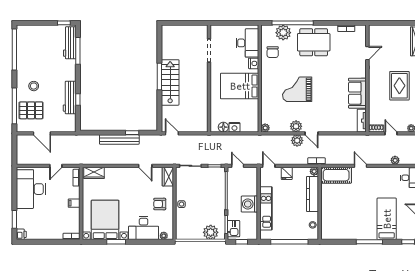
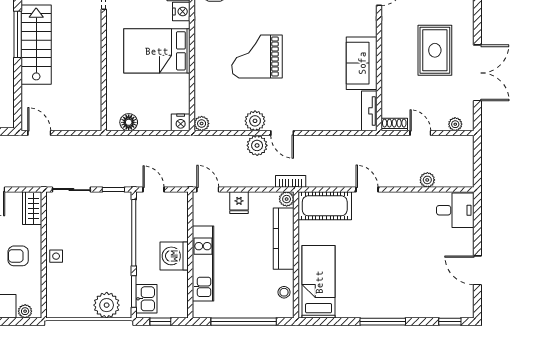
nightstand: (234, 127) -> (181, 122), moved
bed: (387, 219) -> (319, 282), moved

